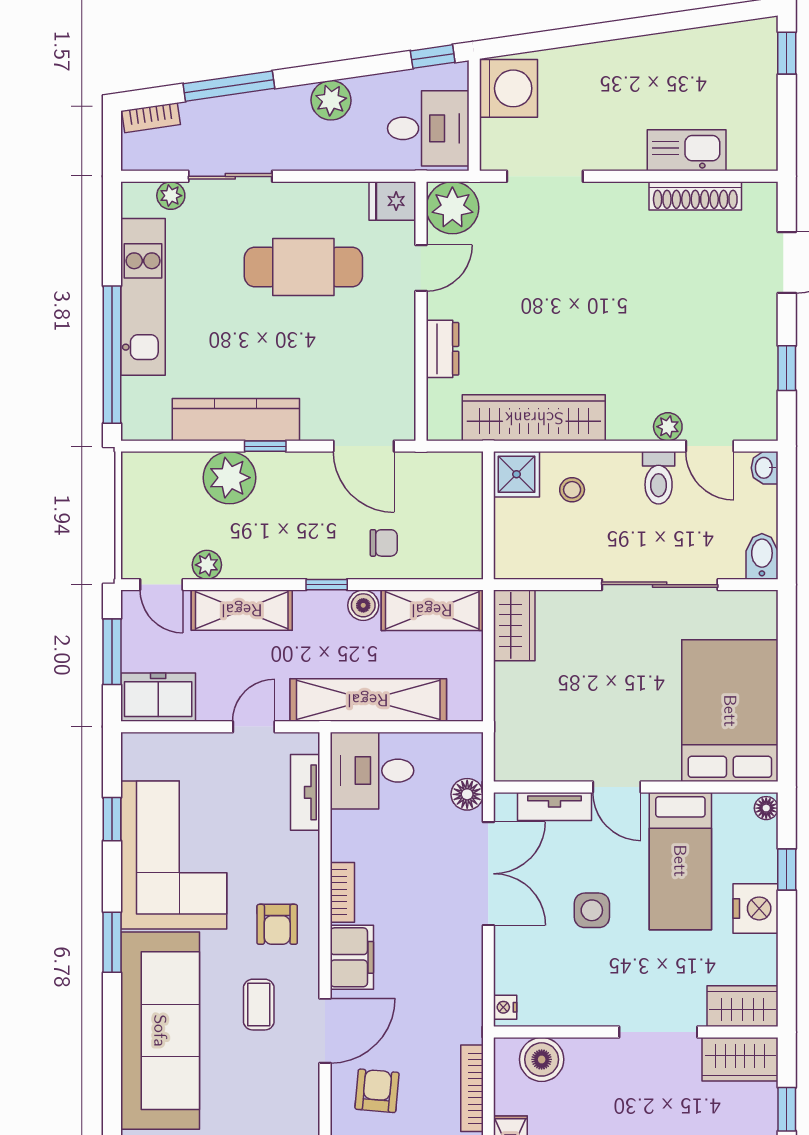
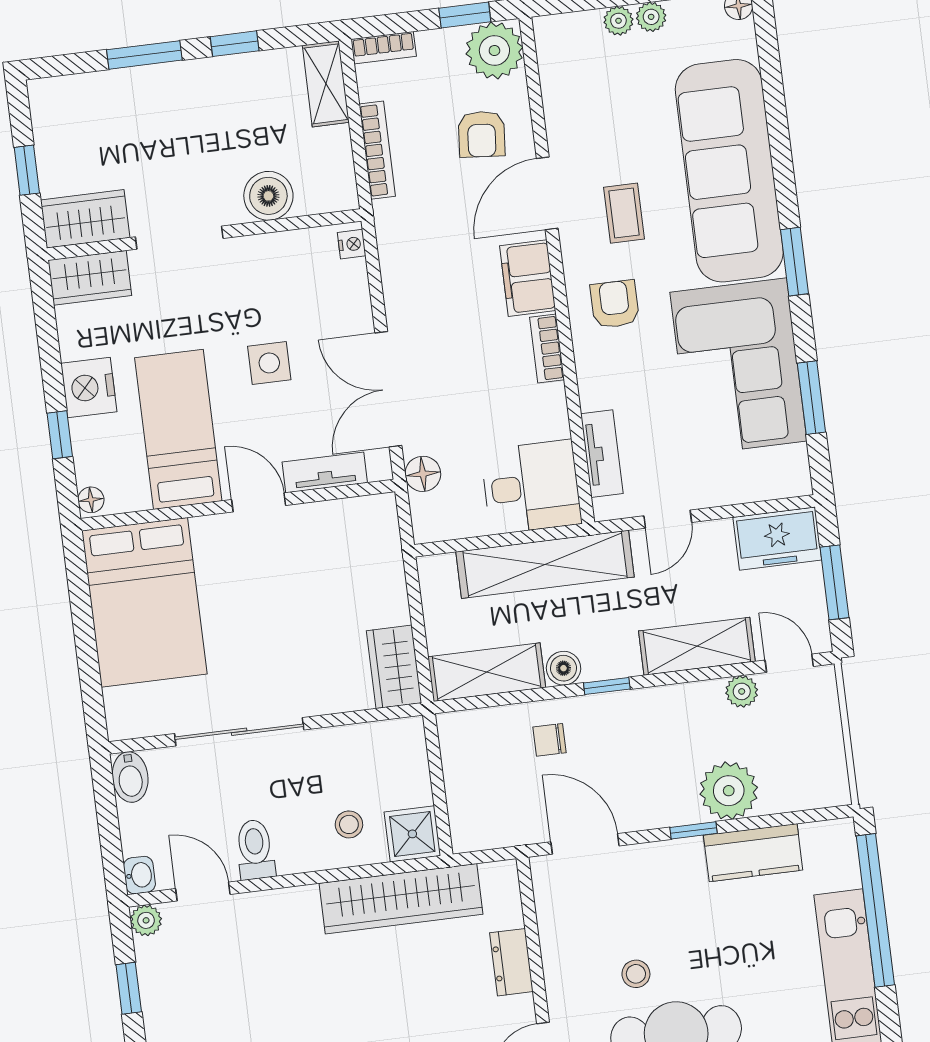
stool: (333, 325) -> (636, 974), added
kitchen counter: (236, 420) -> (753, 853), width x0.67
plant: (668, 427) -> (146, 920), moved
window: (112, 819) -> (811, 398), width x1.50
boiler: (542, 1059) -> (268, 196), moved

